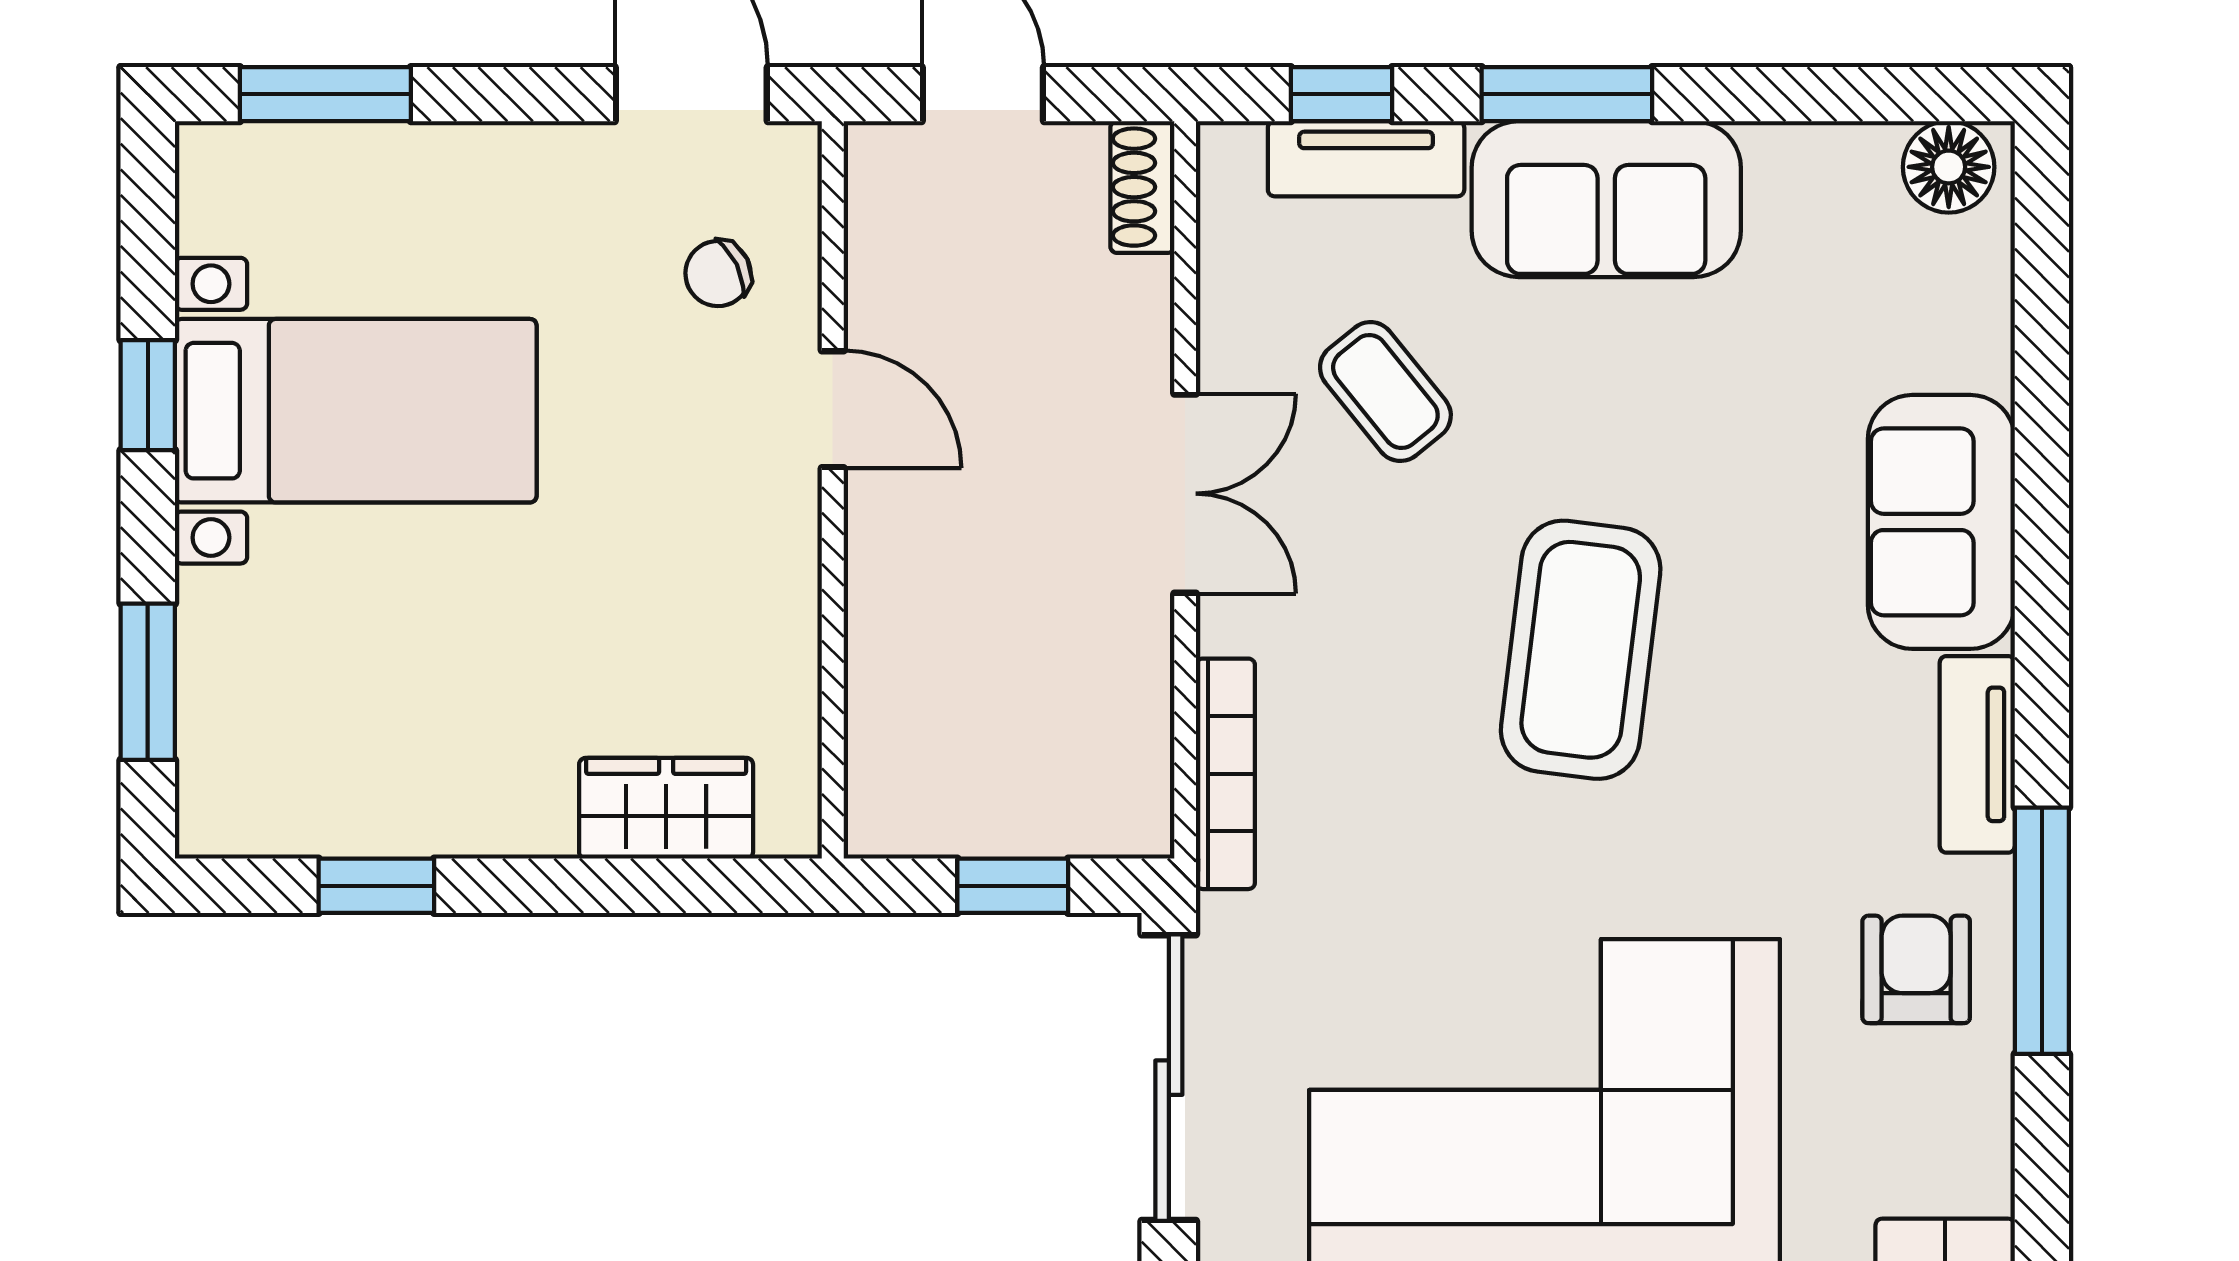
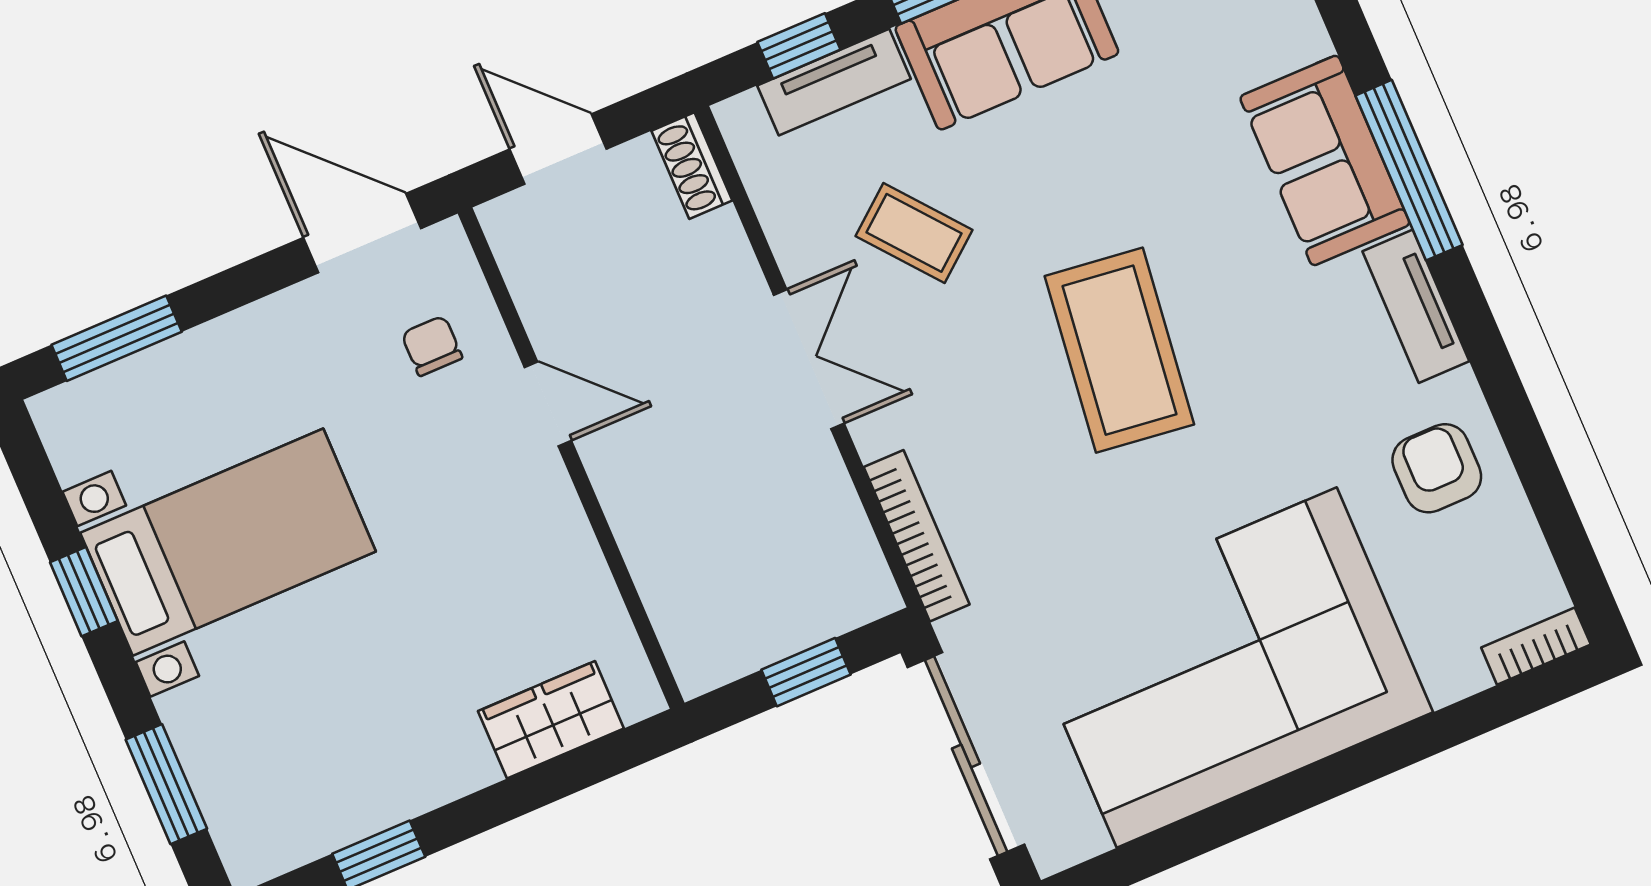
chair: (718, 274) -> (432, 346), turned 116
window: (2042, 931) -> (1409, 170), moved

